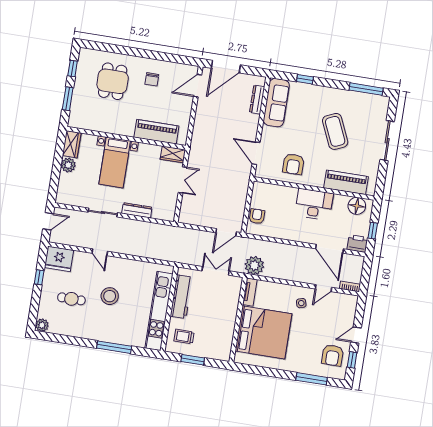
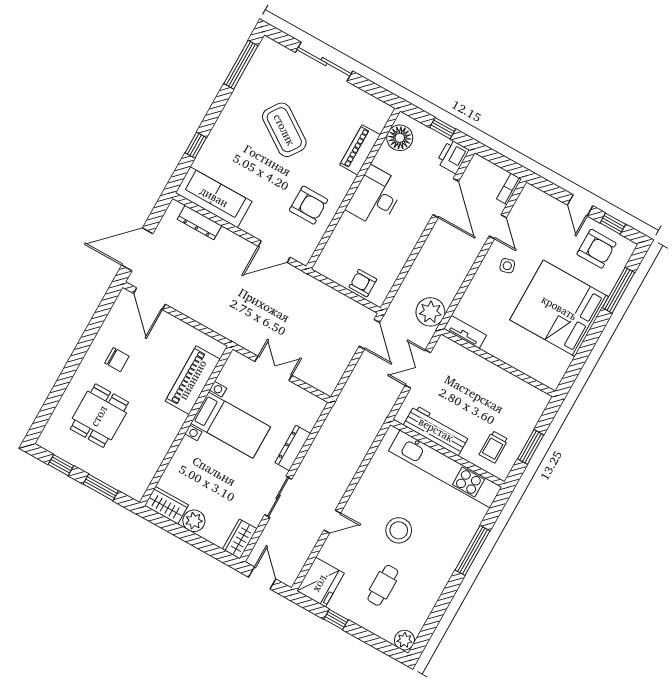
door: (226, 67) -> (137, 249), swing flipped
dining table: (113, 81) -> (99, 416), turned 90
coffee table: (335, 131) -> (284, 130), turned 58
wardrobe: (173, 154) -> (240, 539), moved, turned 180
bed with nightstands: (115, 162) -> (231, 425), moved
piano: (346, 182) -> (360, 150), width x0.73, depth x0.75
door: (330, 249) -> (446, 198), hinge flipped
bed: (263, 332) -> (559, 308), moved, turned -90

